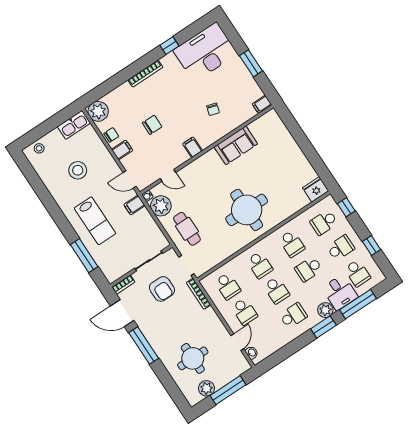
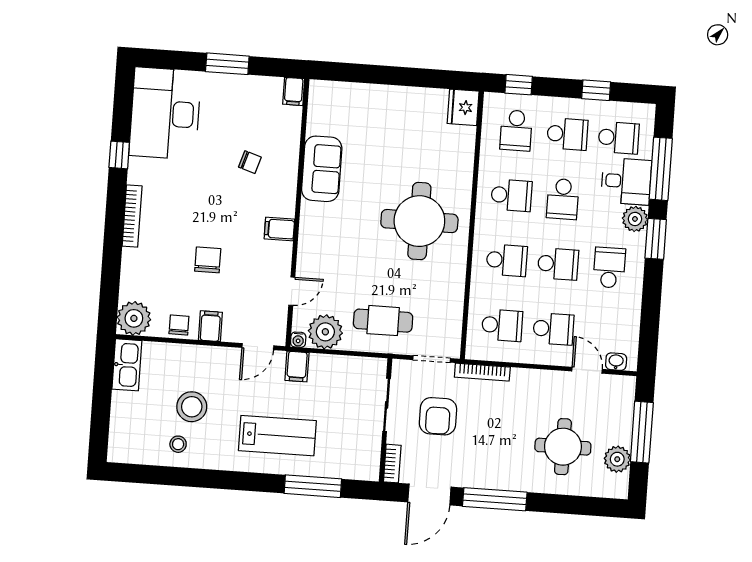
stool: (39, 148) -> (178, 444), moved
school desk: (341, 248) -> (567, 134), turned 90
armchair: (162, 289) -> (438, 416), turned 90

